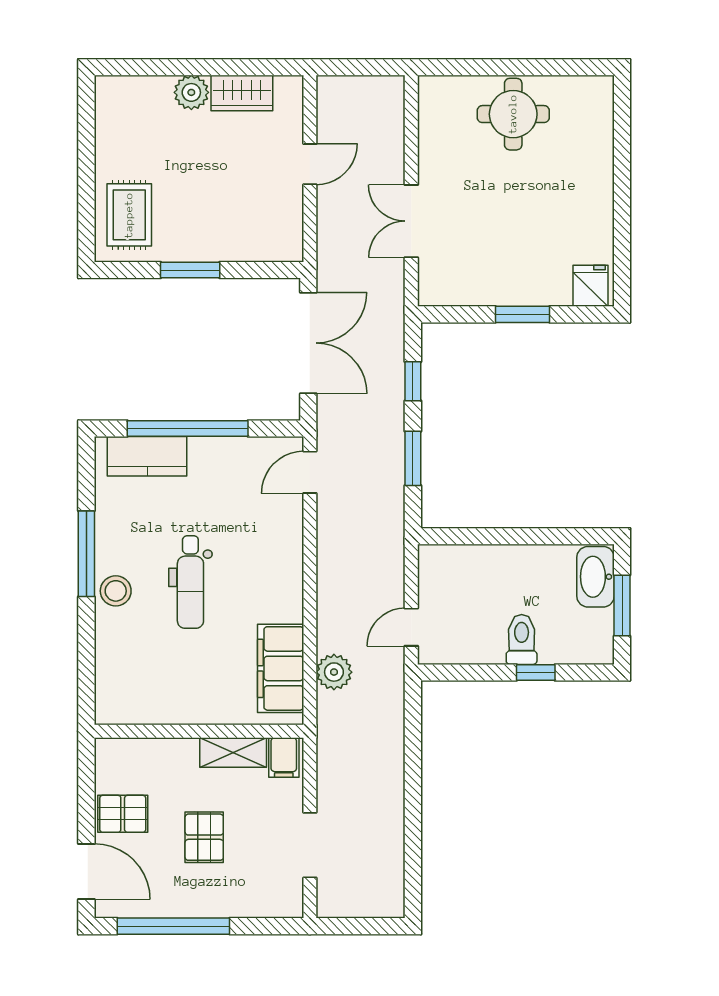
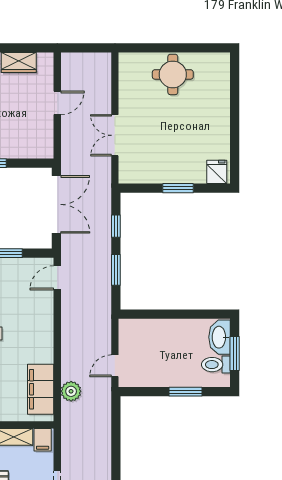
toilet: (522, 639) -> (216, 365), moved, turned -90
window: (536, 673) -> (186, 392), width x1.50

